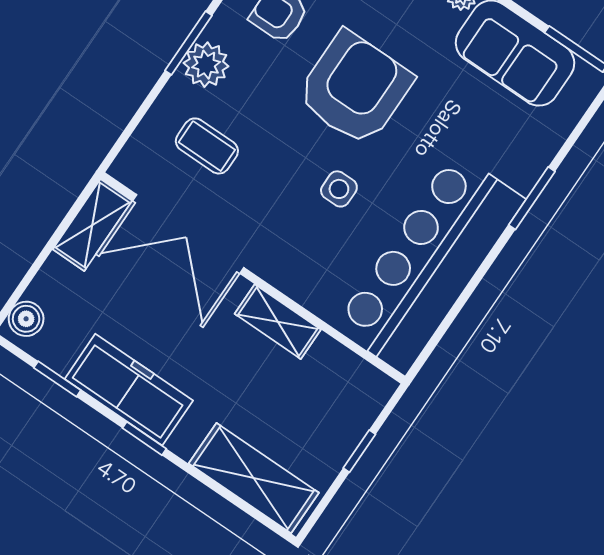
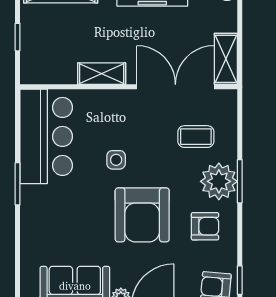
plant: (206, 65) -> (219, 181), width x1.36, depth x1.36
window: (532, 198) -> (18, 184), moved
bar counter: (430, 263) -> (46, 136), width x0.73

